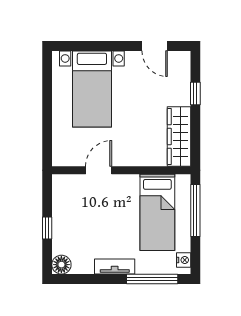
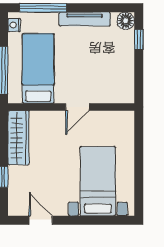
door: (99, 170) -> (77, 107), moved
window: (47, 228) -> (139, 40), moved
tv unit: (115, 267) -> (85, 19), width x1.41

